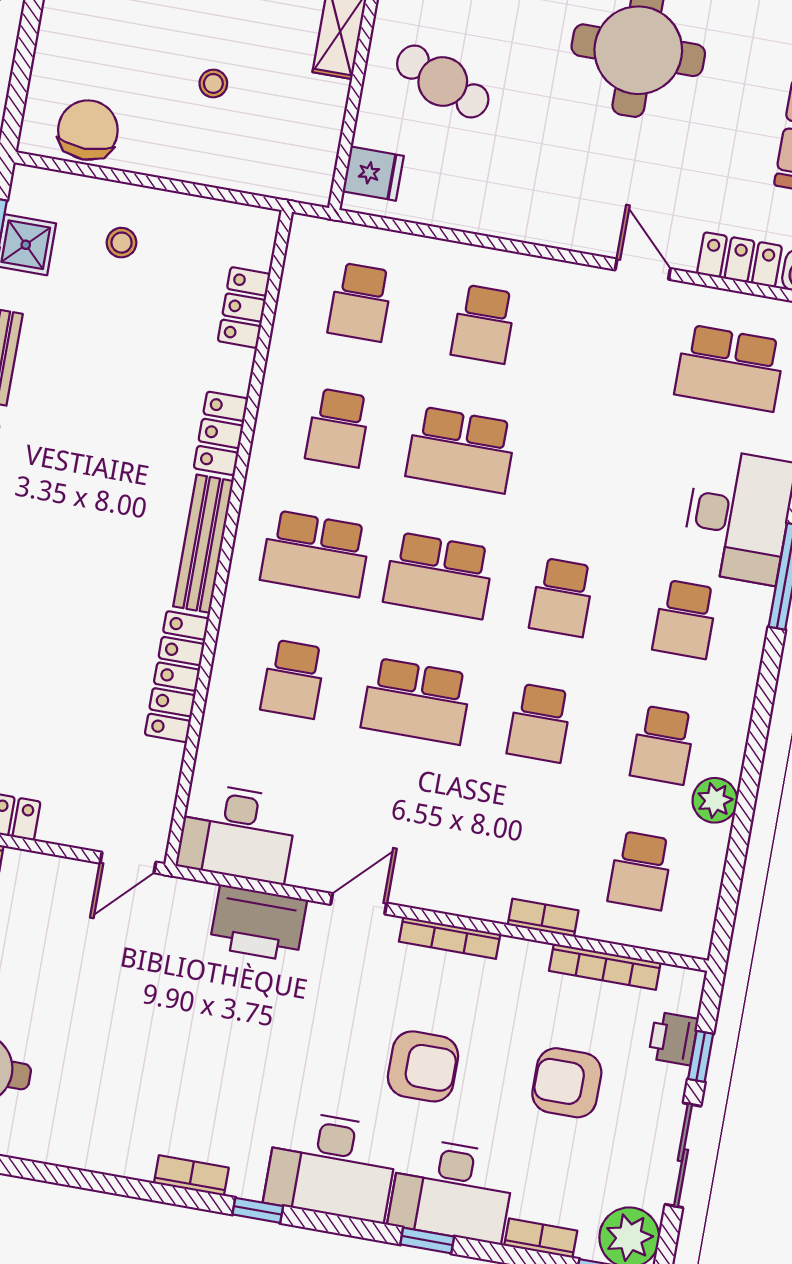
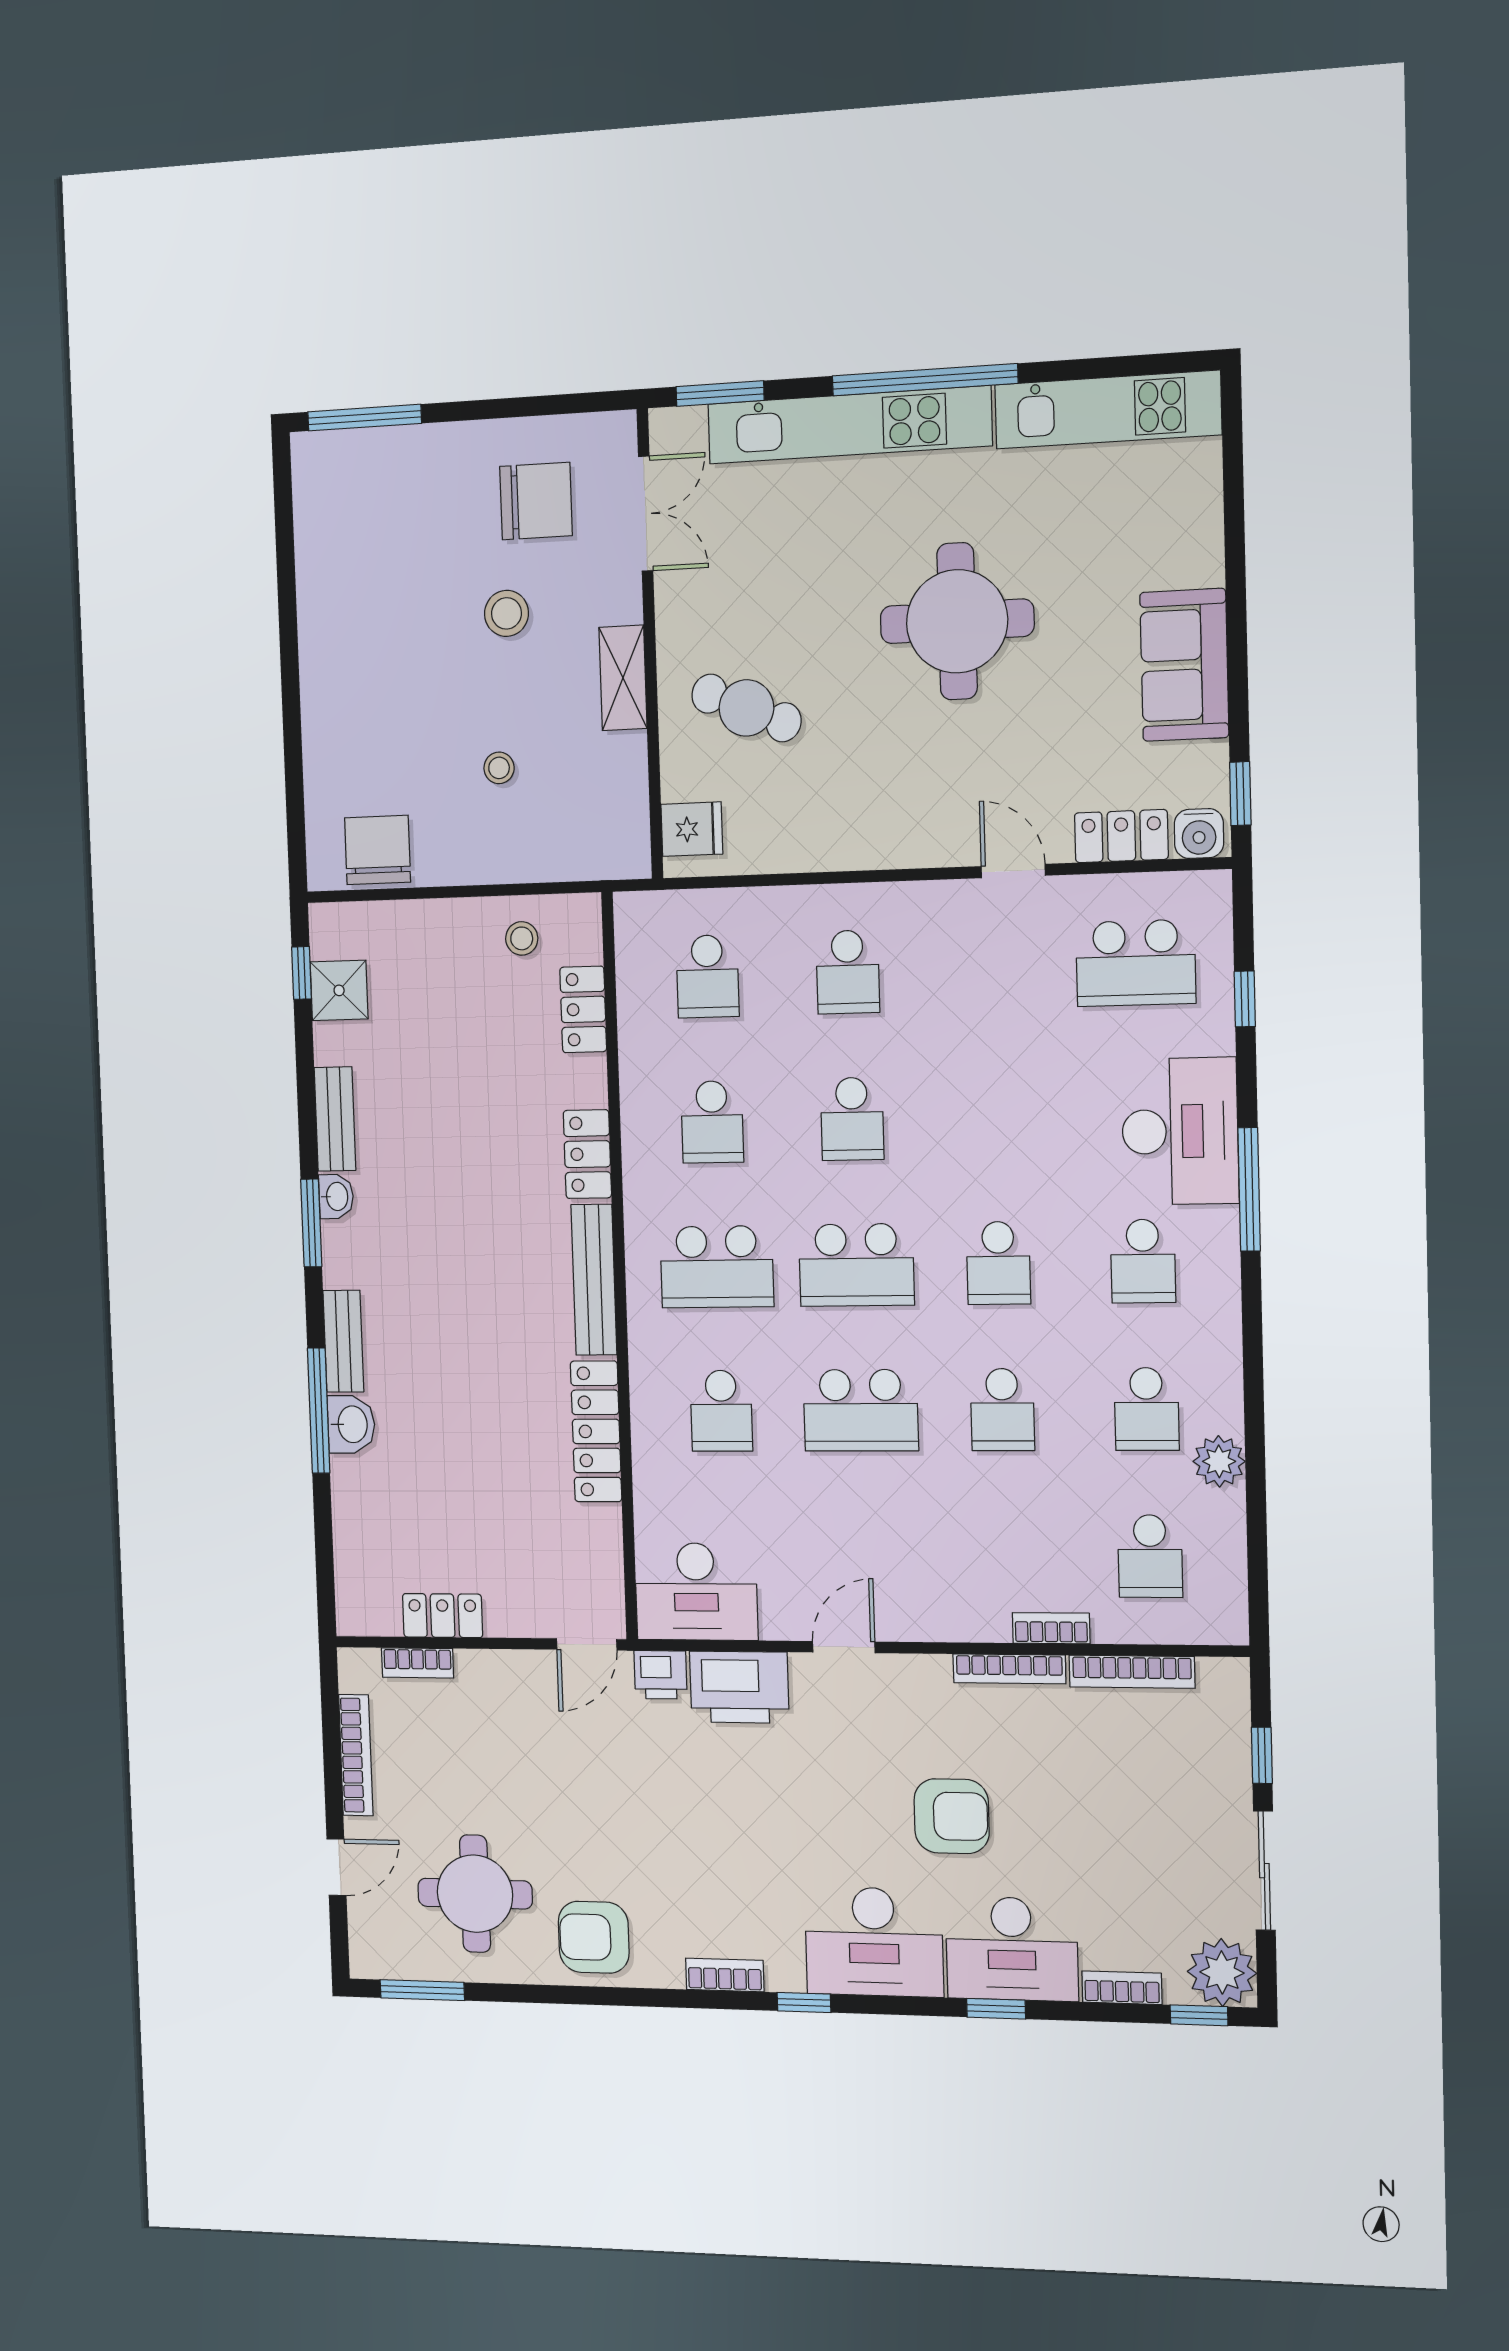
stool: (122, 243) -> (522, 938), moved
school desk: (461, 450) -> (852, 1119), width x0.54
bookcase: (450, 938) -> (1009, 1669), moved
printer: (673, 1039) -> (661, 1675), moved, turned -90
armchair: (567, 1083) -> (594, 1937), moved

